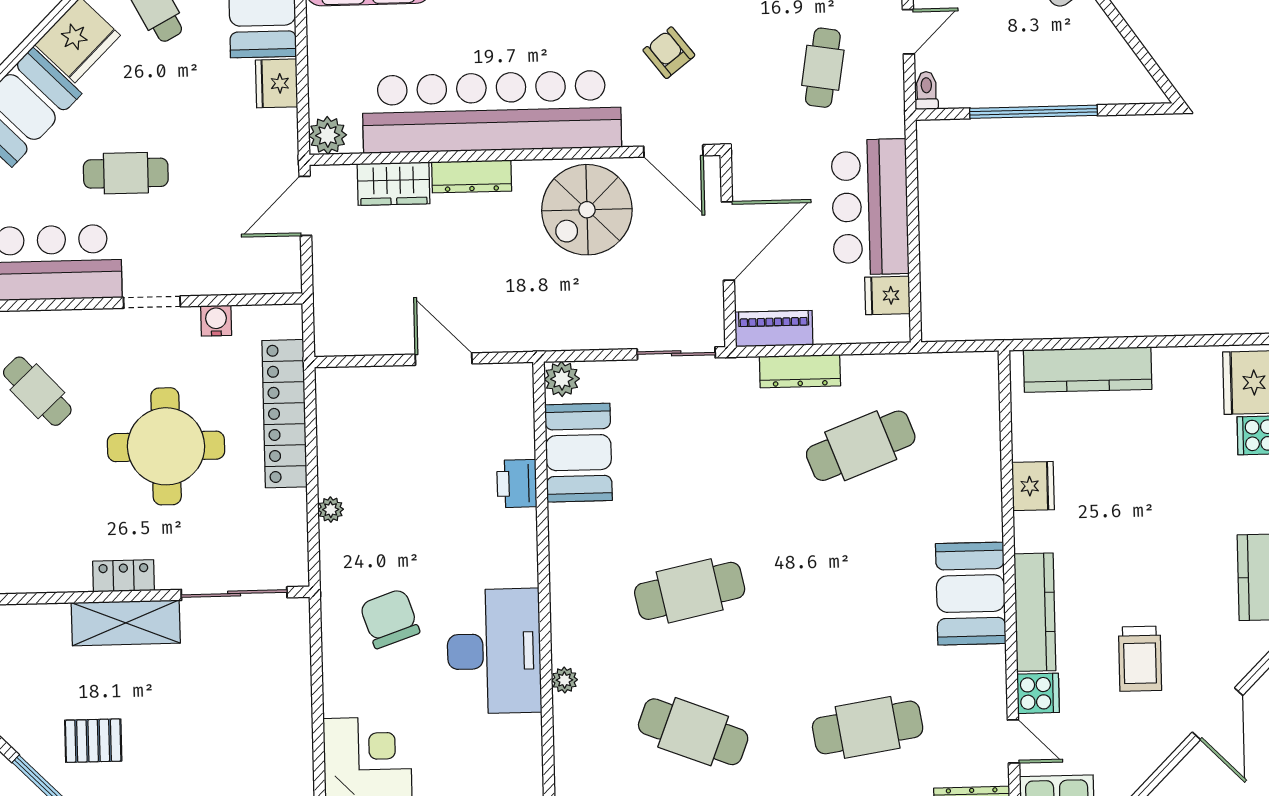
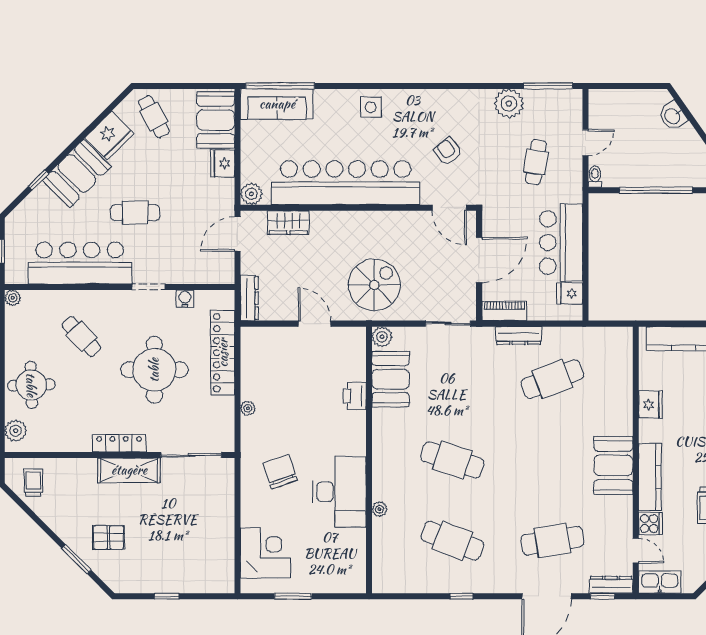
dresser: (472, 176) -> (249, 298), moved, turned -90
spiral stairs: (587, 210) -> (374, 285), moved, turned 180
locker: (123, 576) -> (119, 443), width x1.53
cafe table: (690, 591) -> (452, 460), turned 30

